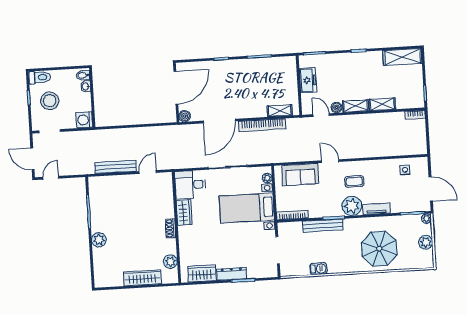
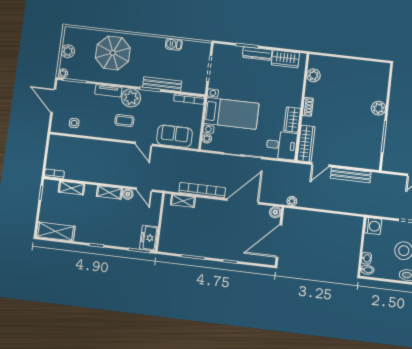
freezer: (308, 80) -> (149, 238), moved
shelving: (382, 104) -> (71, 188), moved
plant: (170, 130) -> (292, 201), added
wardrobe: (142, 278) -> (306, 144), moved, turned -90

